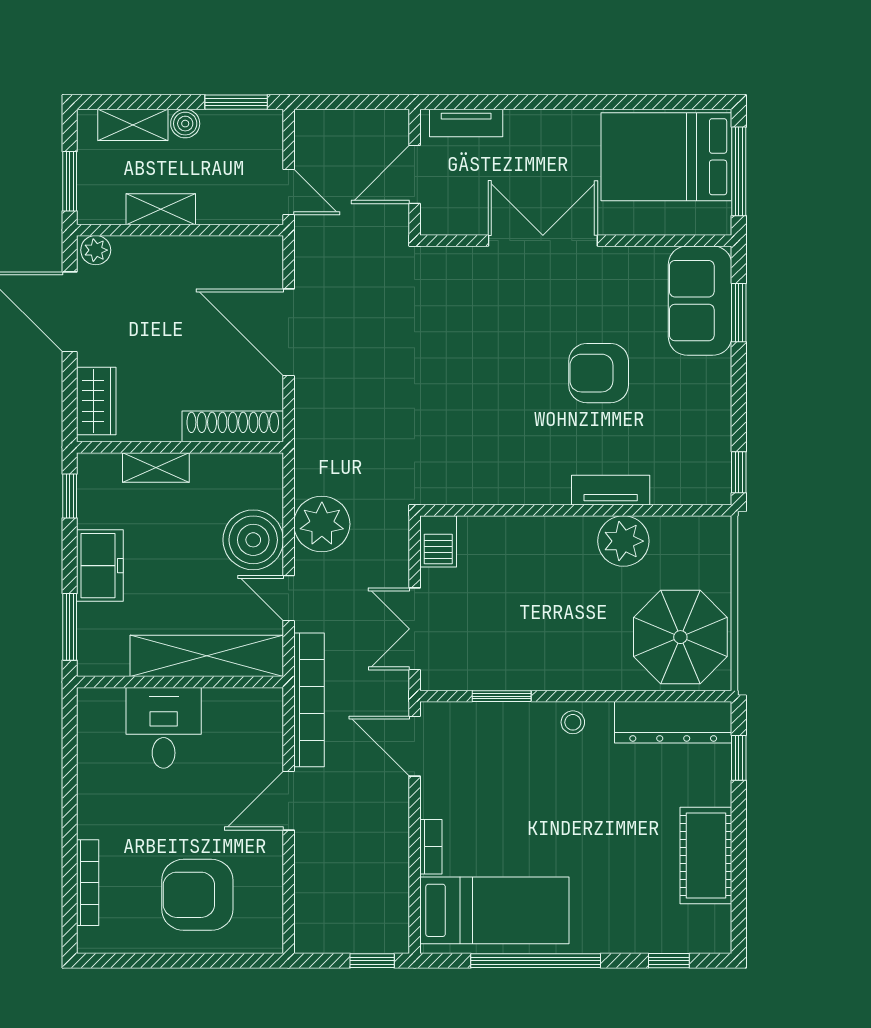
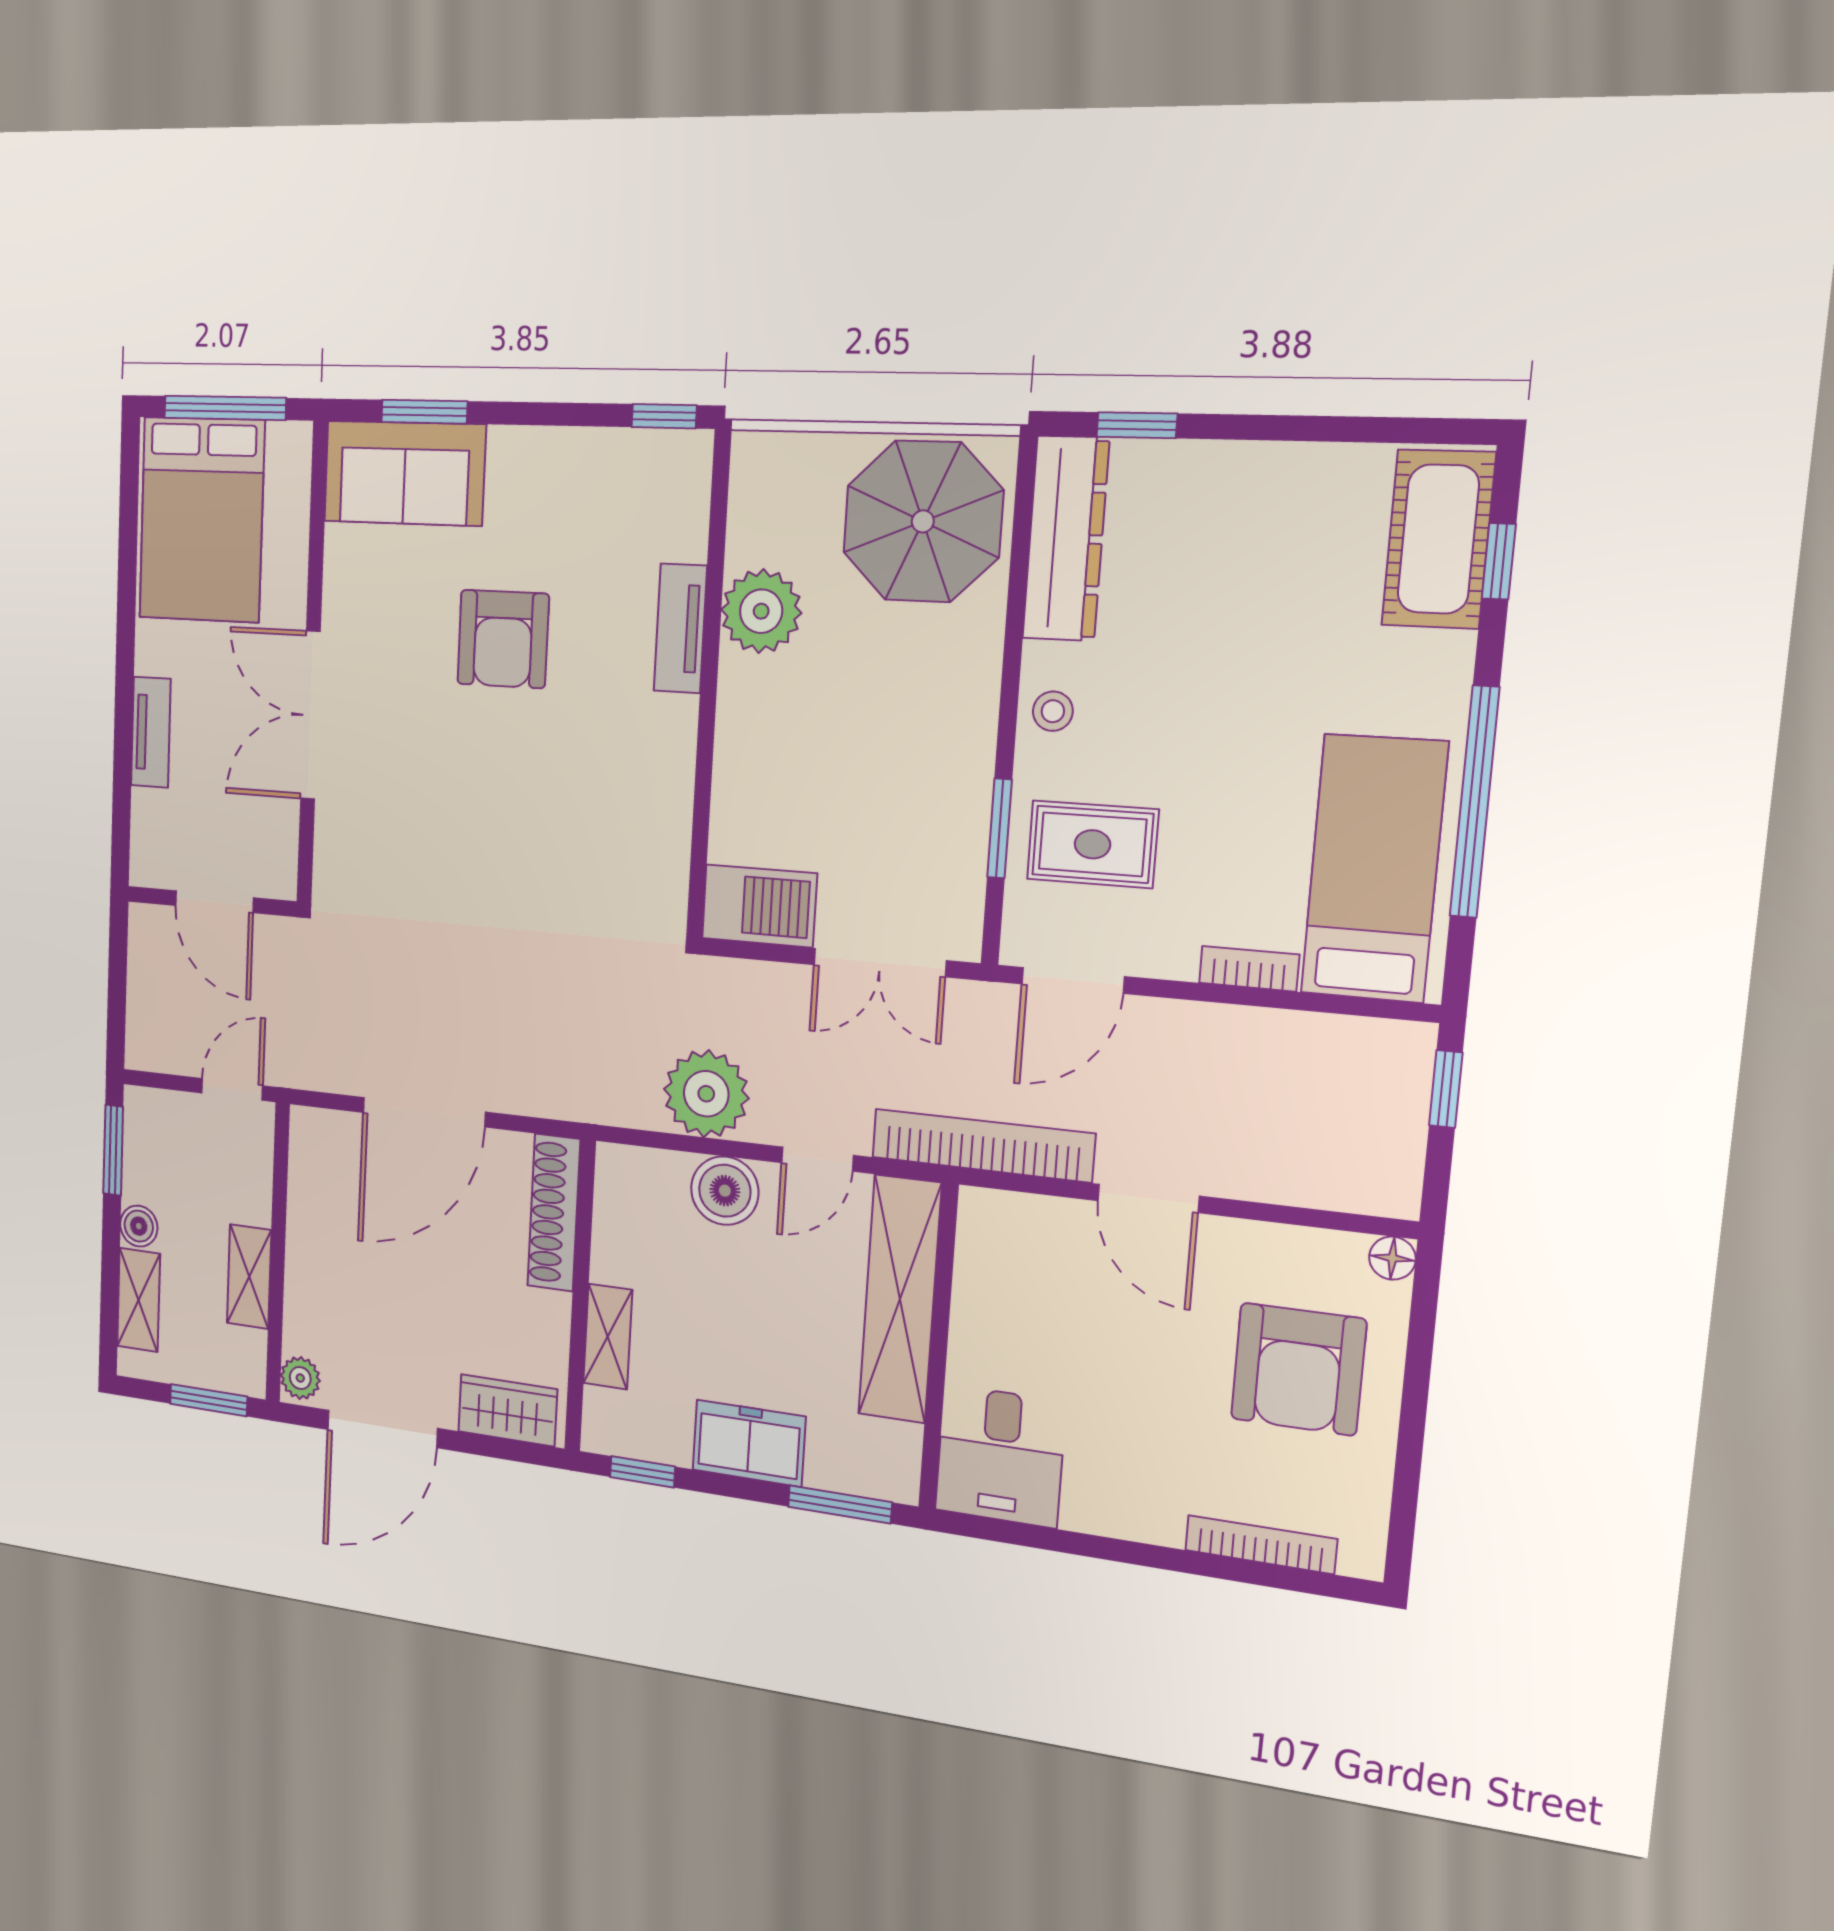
tv unit: (466, 123) -> (151, 732), moved
boiler: (253, 540) -> (725, 1191), width x0.73, depth x0.73
barbecue: (438, 541) -> (759, 906), width x1.38, depth x1.27
desk: (164, 728) -> (1000, 1456), moved, turned -90
rug: (496, 751) -> (1092, 844), added
cot: (706, 856) -> (1438, 539), moved, turned 90
floor lamp: (271, 941) -> (1392, 1258), added

